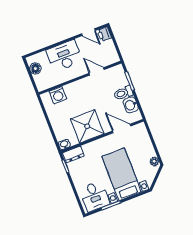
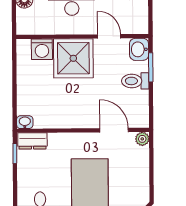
washbasin: (131, 105) -> (139, 49), moved
shower: (87, 126) -> (73, 58), moved
plant: (154, 161) -> (142, 139), moved

